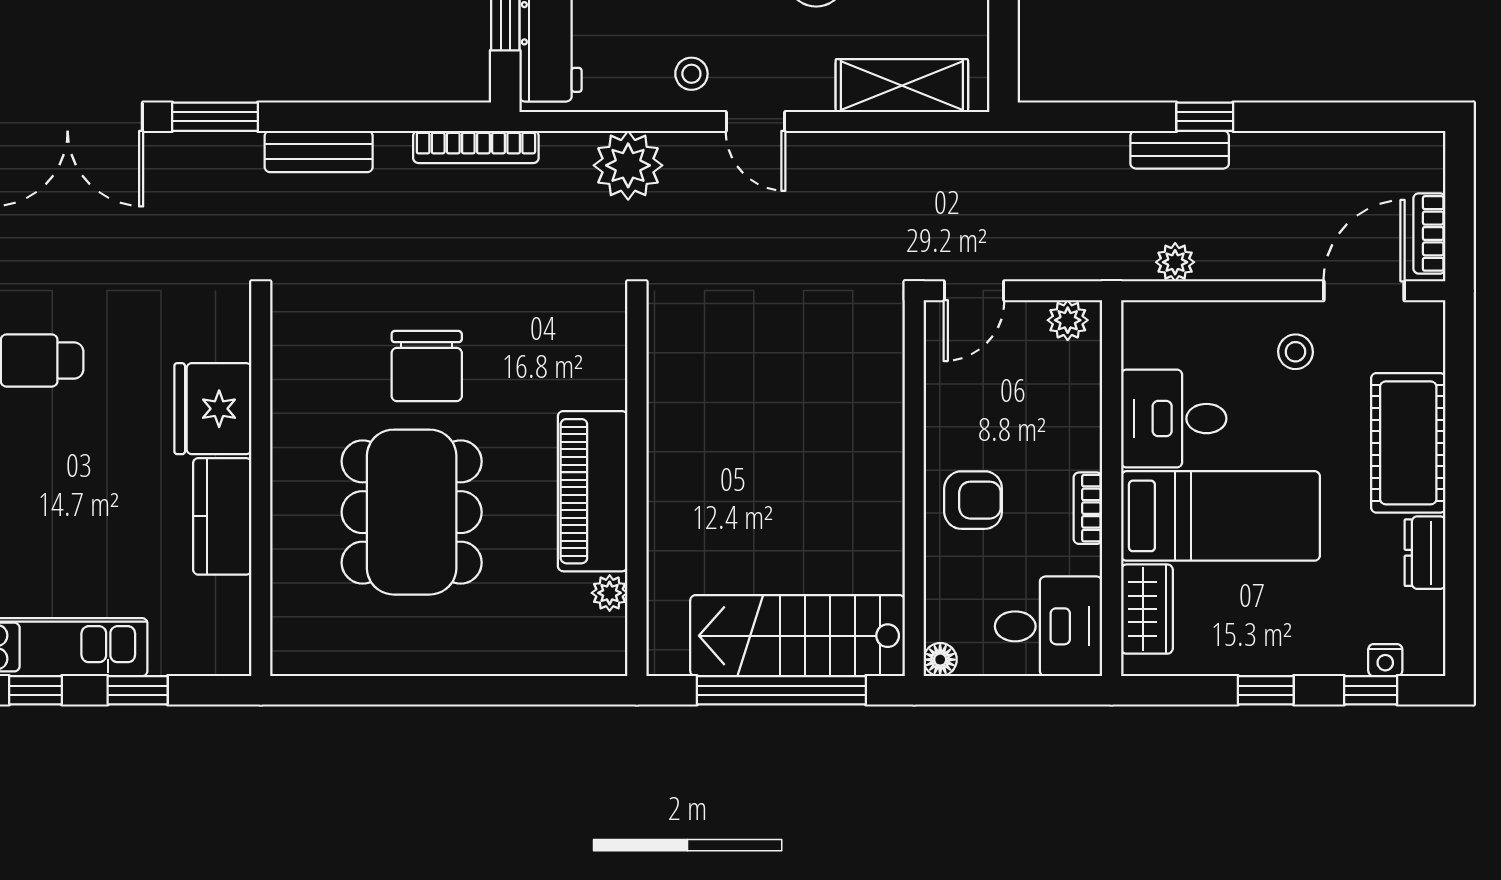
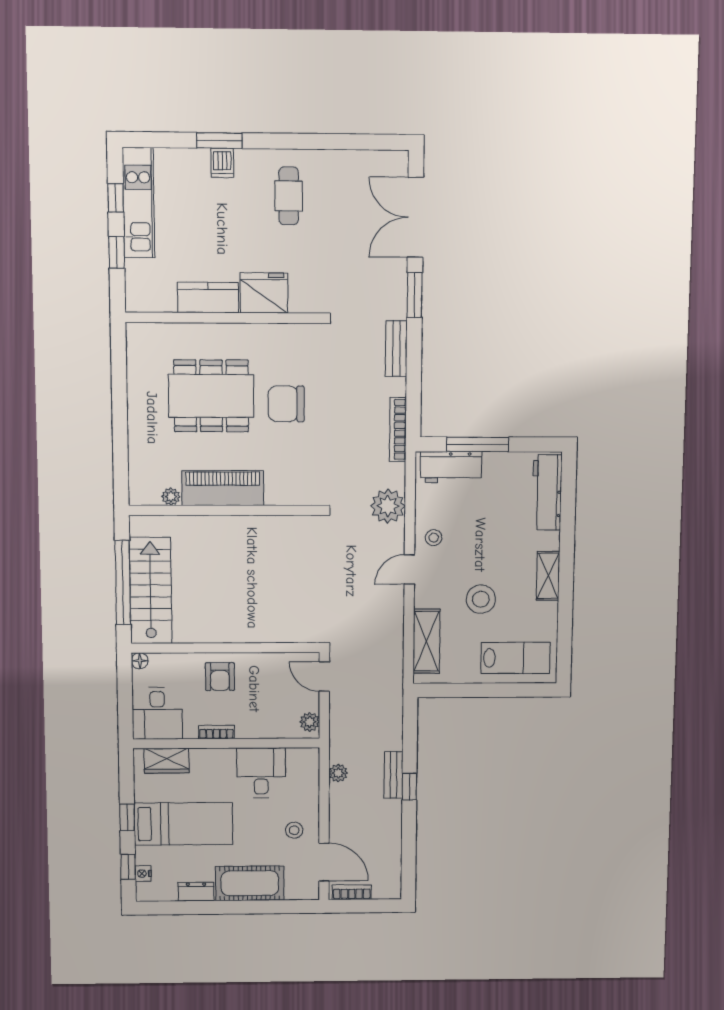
bed: (1220, 516) -> (183, 824), moved, turned -90

